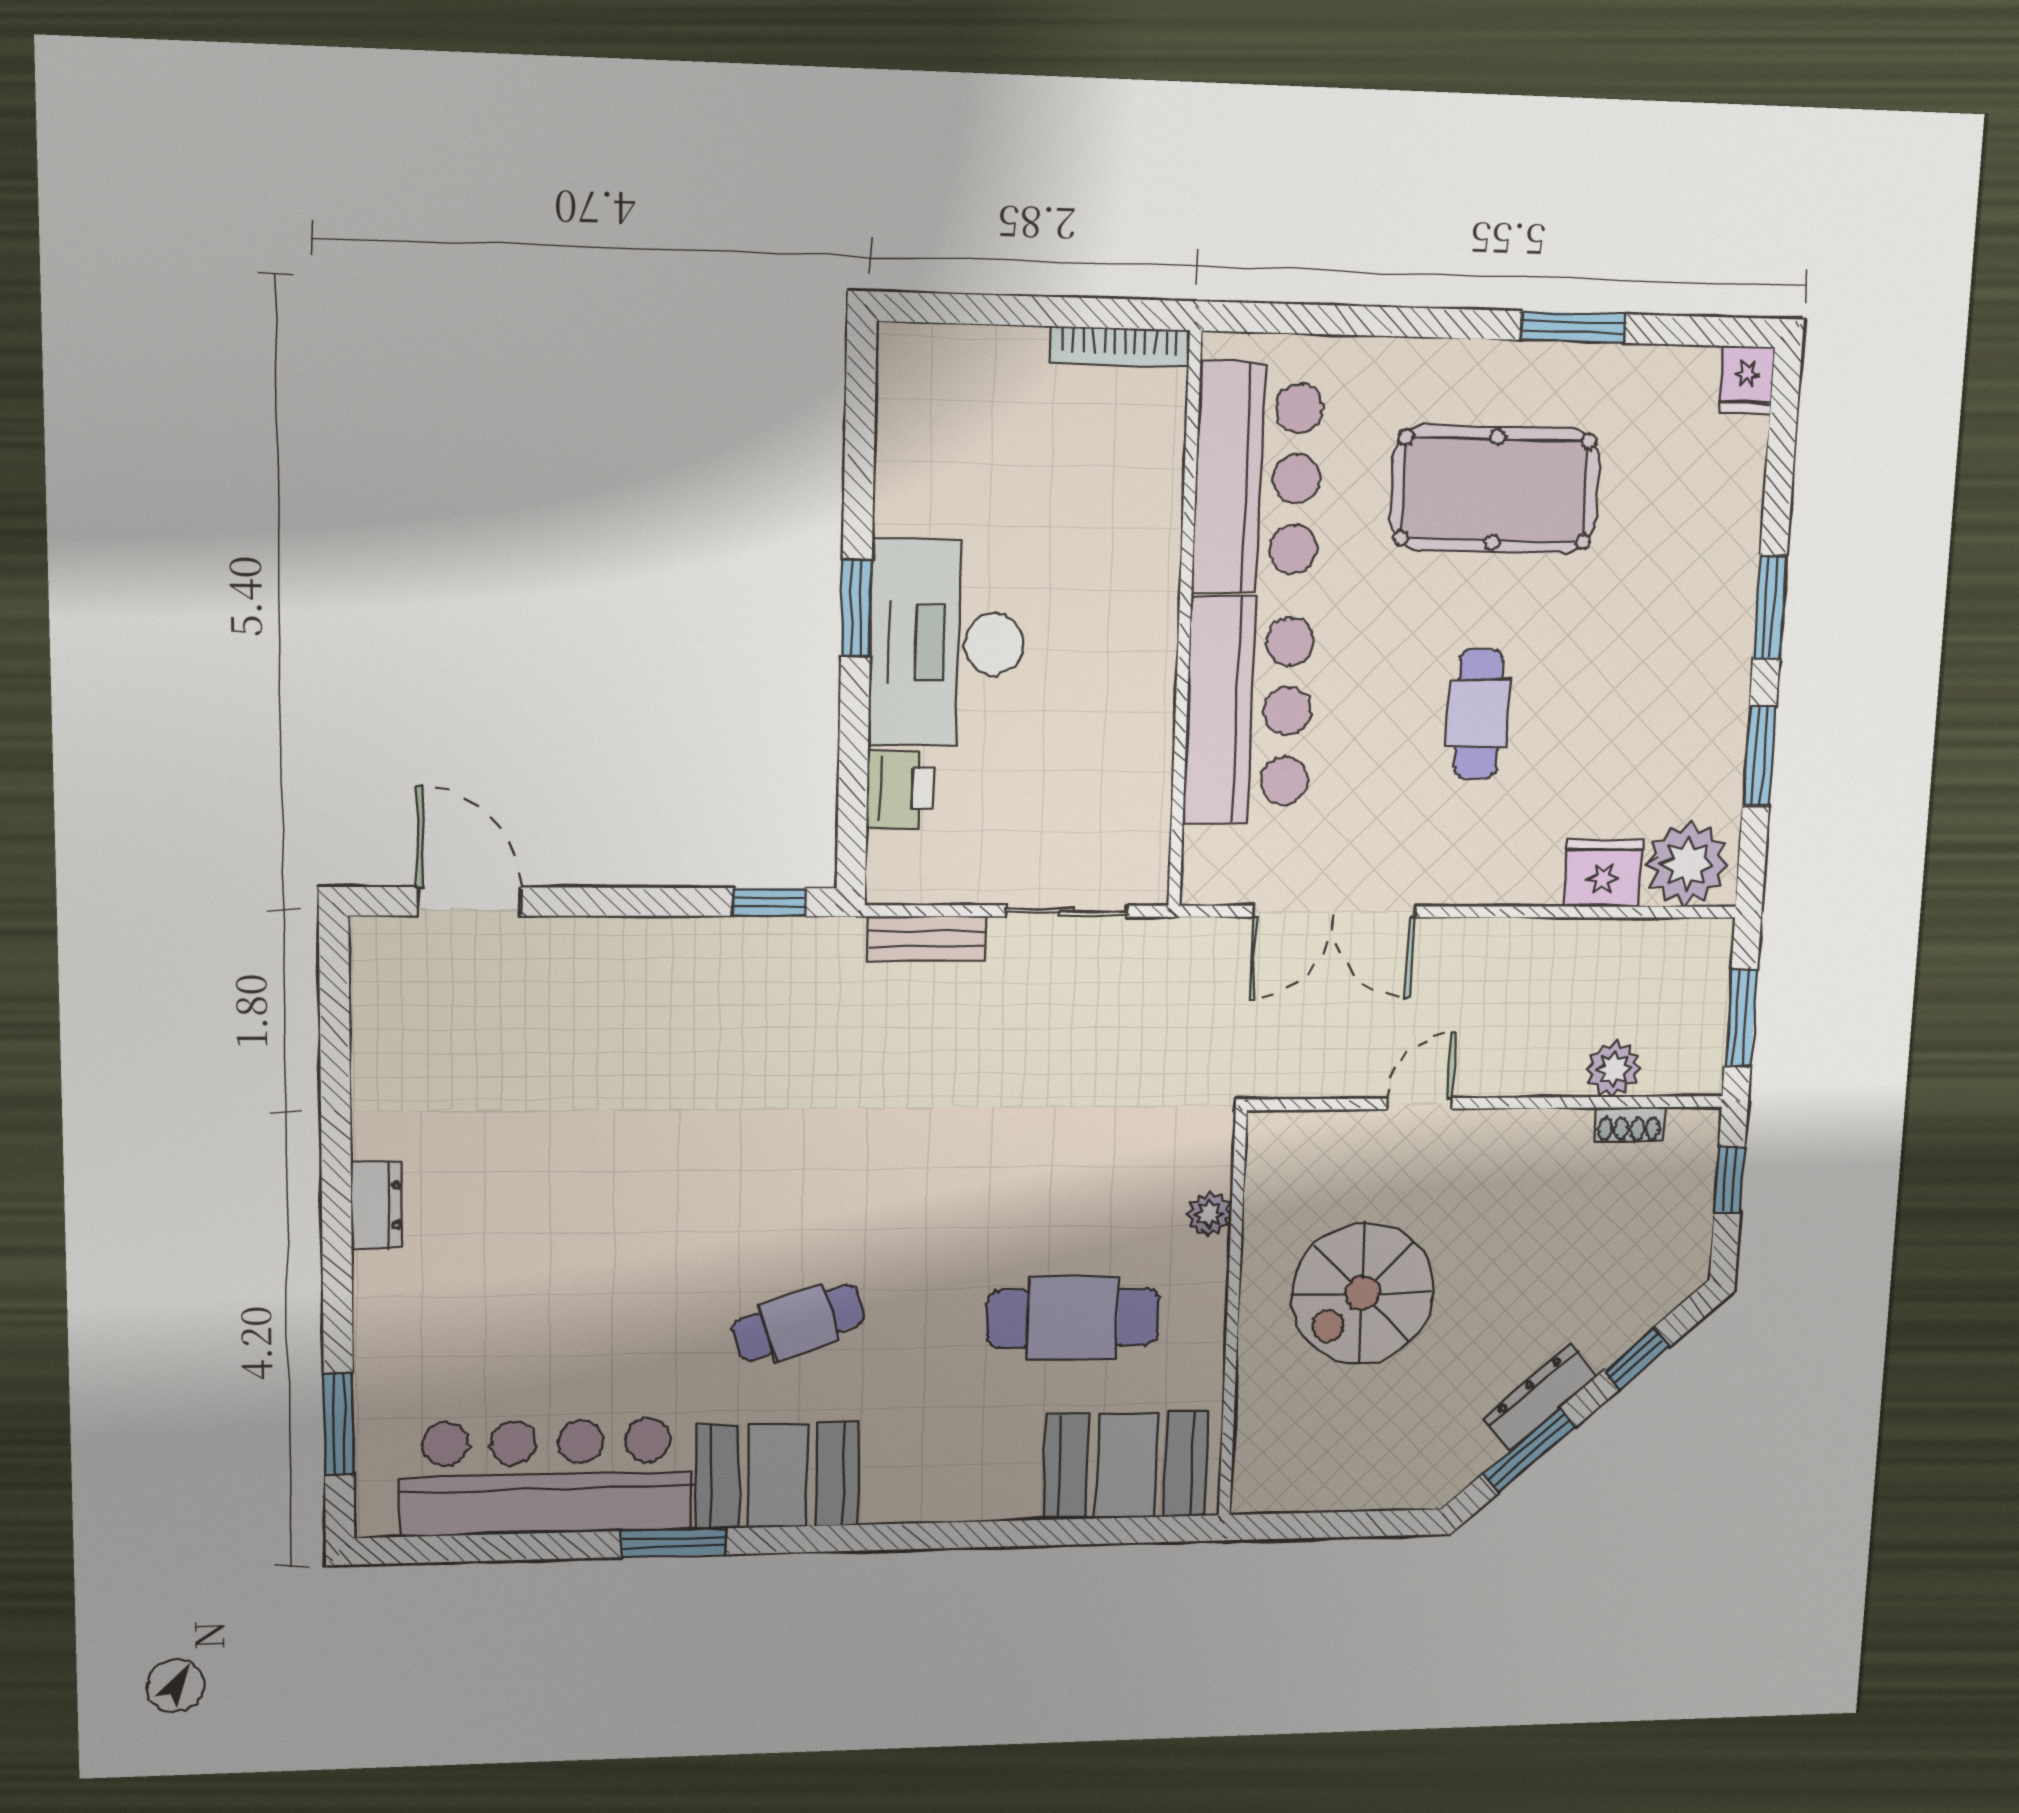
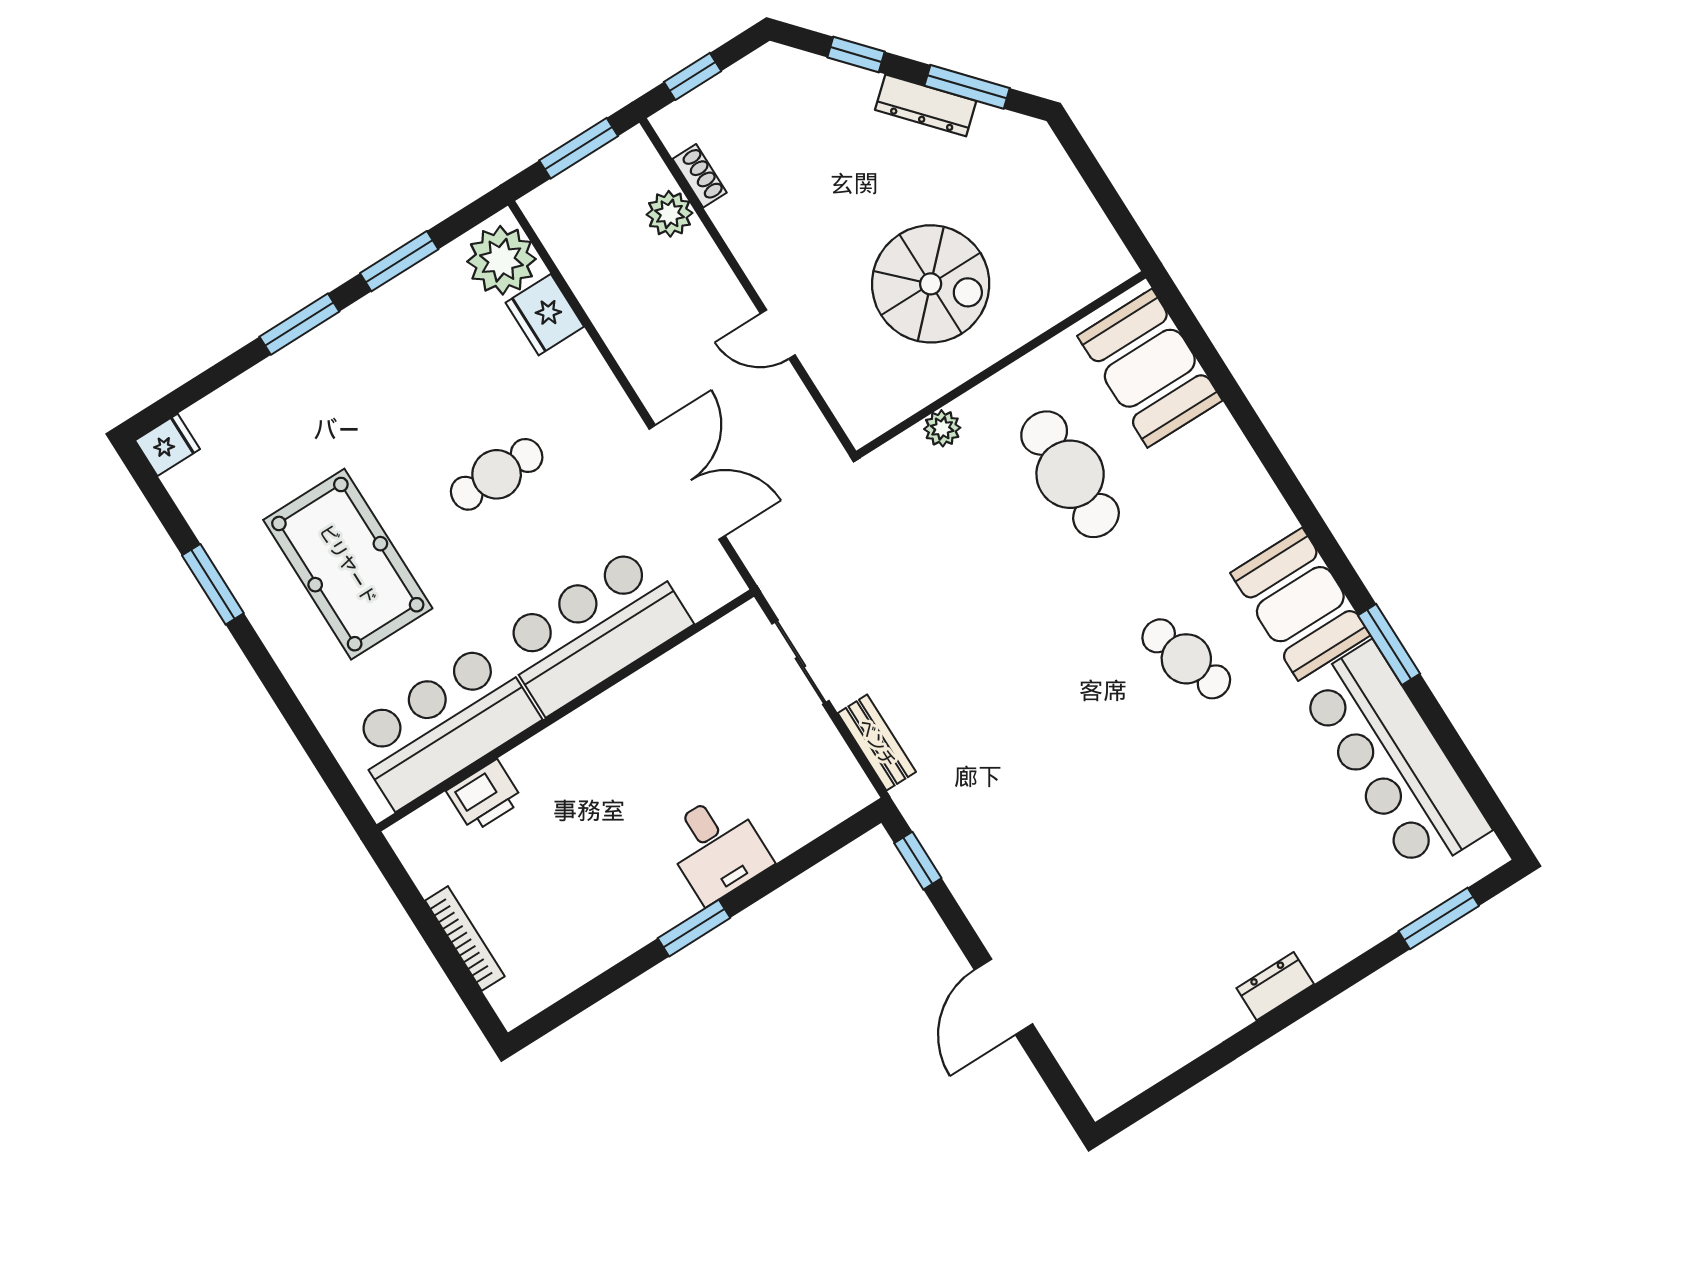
bookcase: (1120, 347) -> (465, 938), moved
desk: (947, 643) -> (717, 848), width x0.53, depth x0.77
printer: (900, 789) -> (485, 796), moved, turned 180
door: (469, 901) -> (1004, 997), moved

